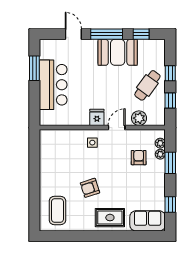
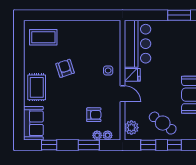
bar counter: (53, 85) -> (137, 44), moved, turned -90
plant: (139, 118) -> (131, 128), moved

